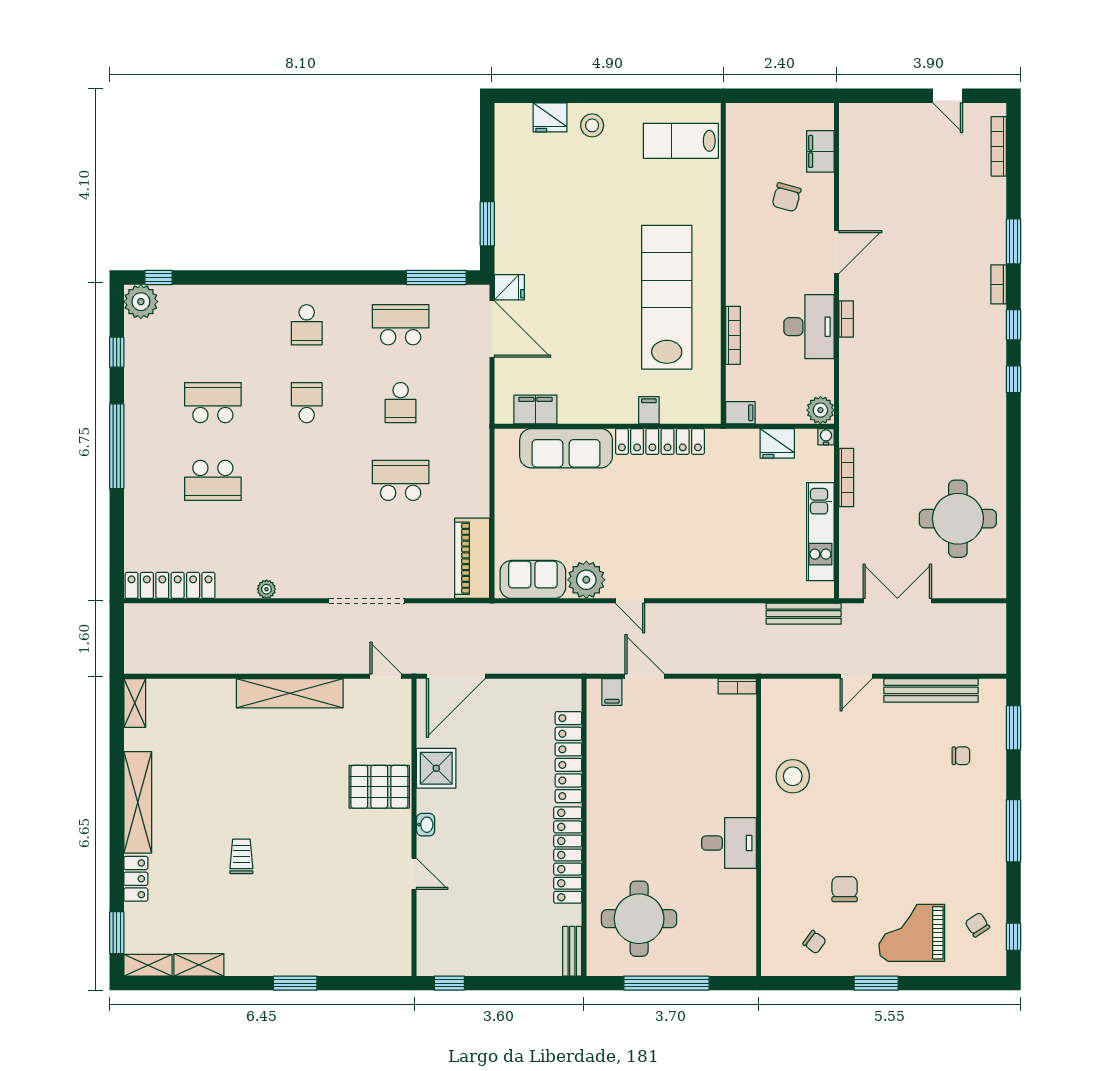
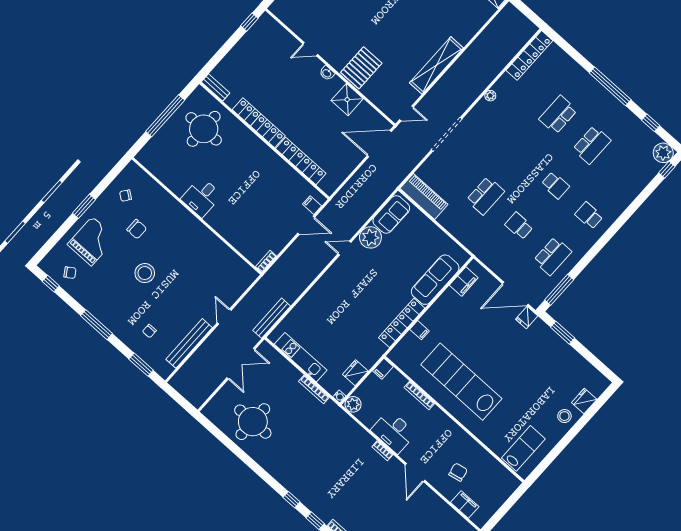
chair: (786, 197) -> (458, 472), turned 63
lab bench: (667, 297) -> (461, 382), turned 180
door: (456, 676) -> (379, 144), hinge flipped
stool: (793, 776) -> (145, 273), moved

